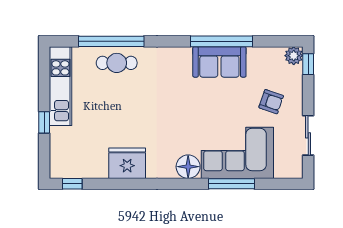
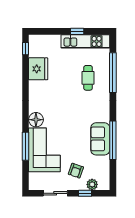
plant: (294, 56) -> (92, 184), moved
cafe table: (117, 63) -> (88, 78), moved
window: (308, 64) -> (85, 193), moved
window: (44, 122) -> (77, 31), moved
fridge: (127, 163) -> (38, 69), moved

